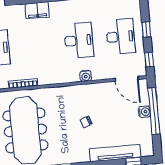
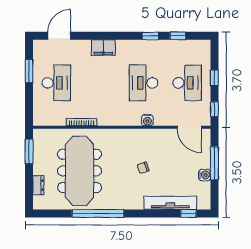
desk: (79, 40) -> (144, 83), turned 180
window: (154, 111) -> (214, 163), width x0.68
water cooler: (145, 112) -> (205, 175), moved

